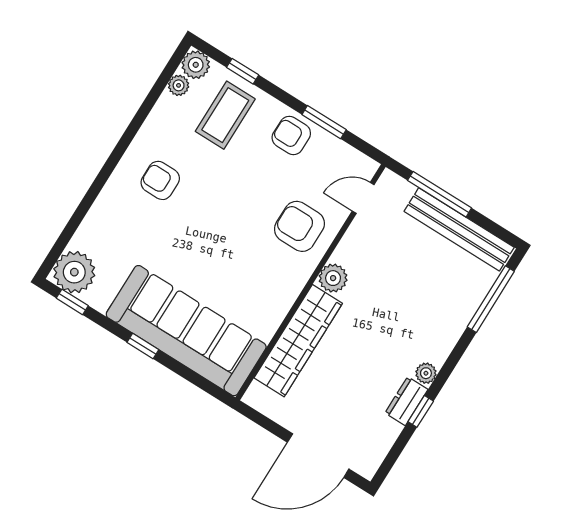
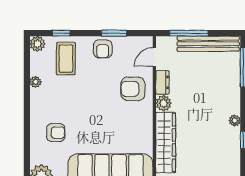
plant: (179, 85) -> (35, 82), moved
armchair: (291, 135) -> (103, 49), turned -90
armchair: (160, 180) -> (56, 133), moved, turned 180
dresser: (406, 401) -> (162, 82), moved, turned 180

